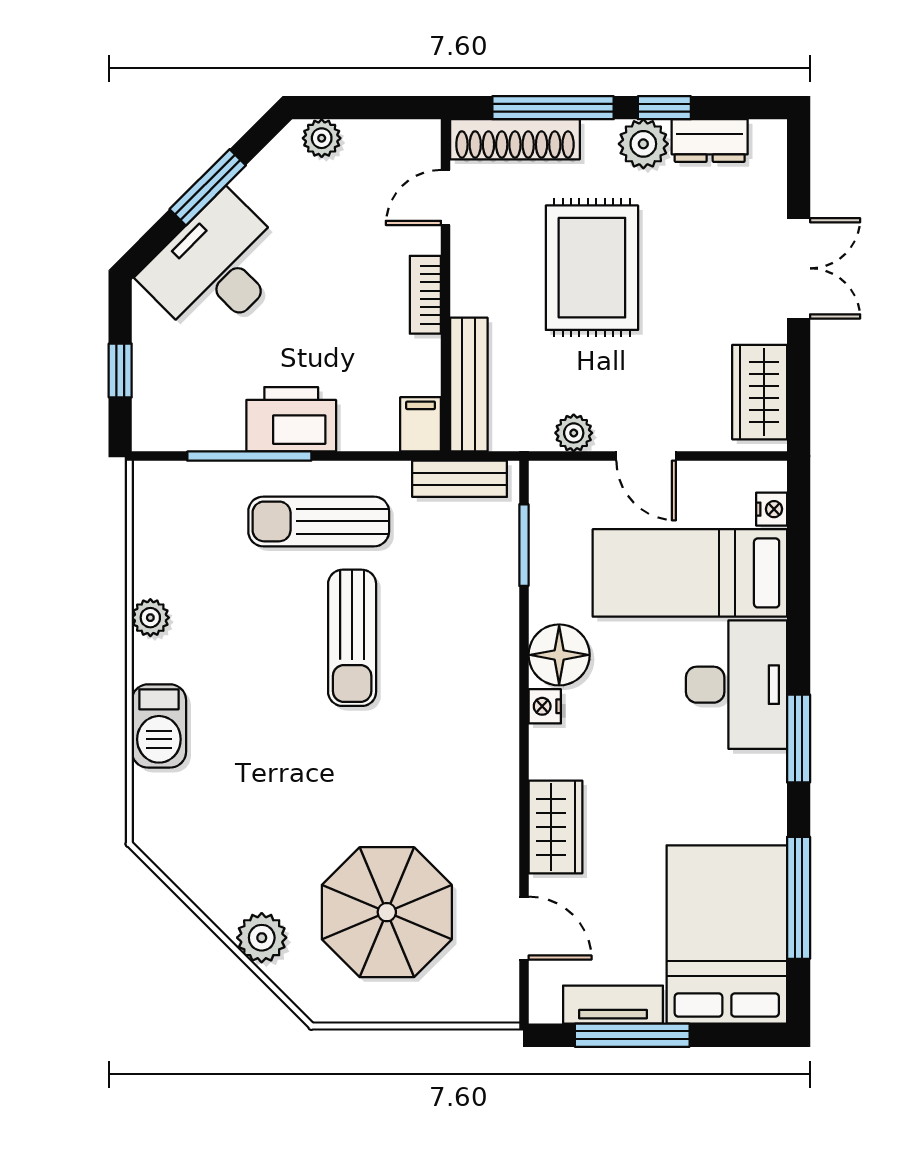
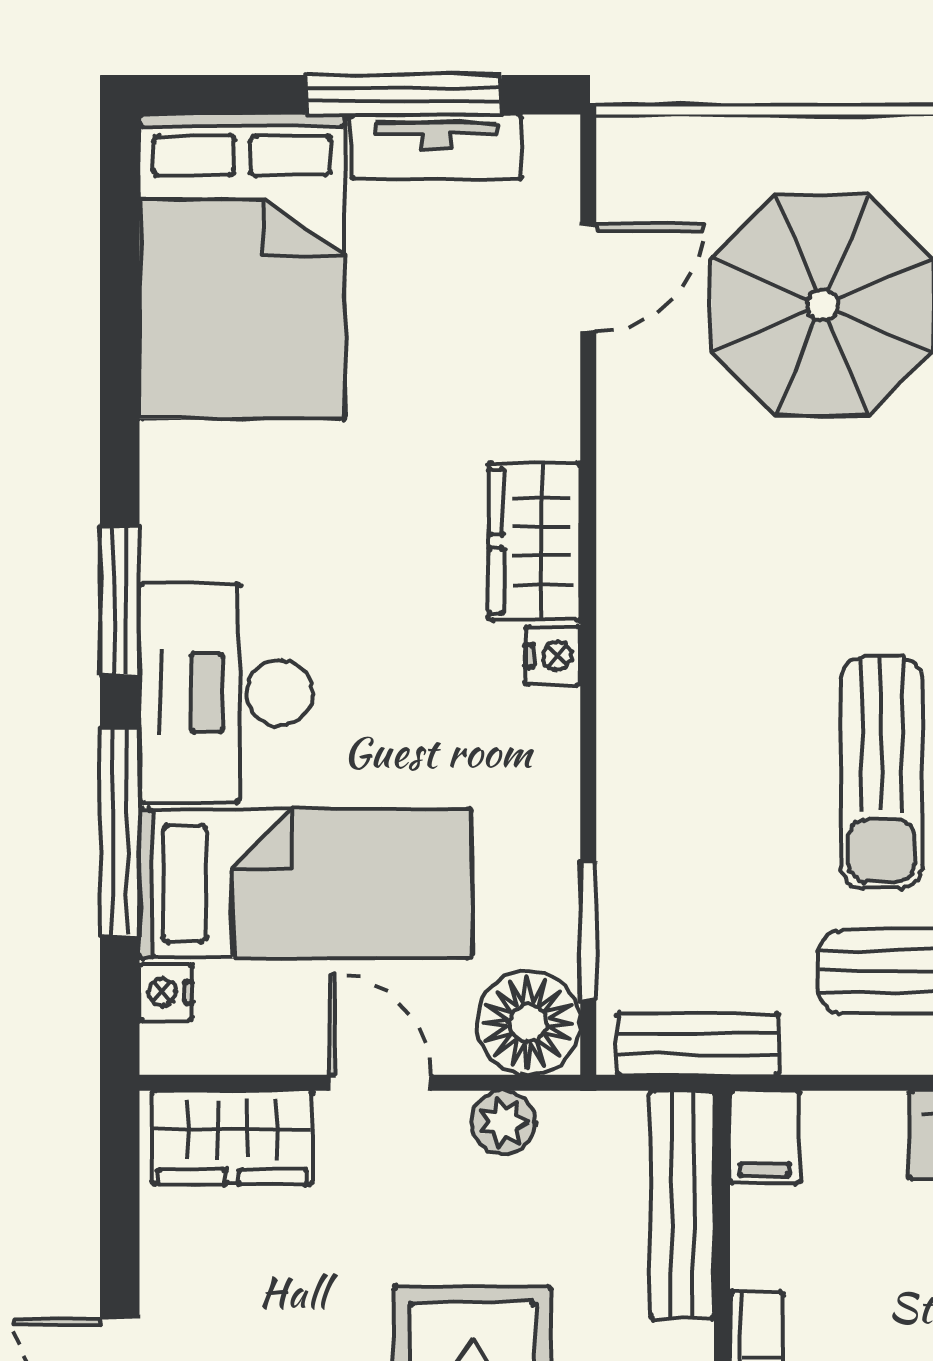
wardrobe: (760, 392) -> (232, 1137), moved, turned 90
sun lounger: (352, 638) -> (881, 773), turned 180
floor lamp: (559, 655) -> (528, 1023), moved
wardrobe: (555, 827) -> (534, 541), moved
window: (799, 898) -> (120, 832), moved
door: (524, 928) -> (588, 278), swing flipped

